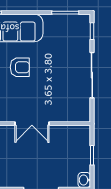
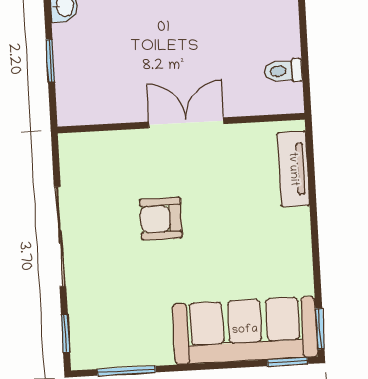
armchair: (20, 67) -> (161, 219), moved

